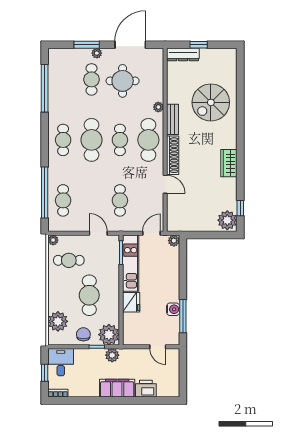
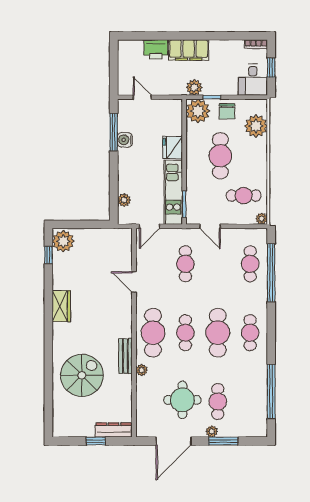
shoe rack: (173, 155) -> (125, 315), removed
plant: (174, 241) -> (124, 200), moved

